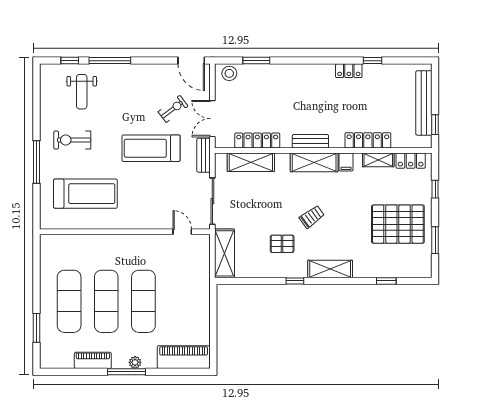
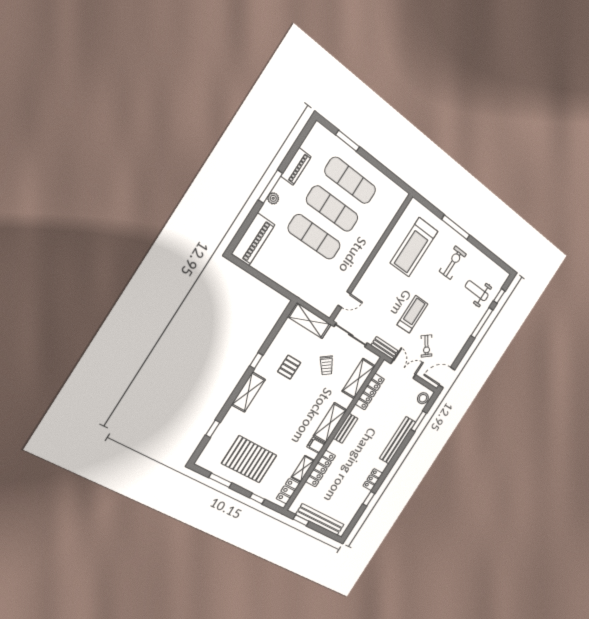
bench: (291, 71) -> (397, 440), added
treadmill: (151, 148) -> (412, 314), width x0.73, depth x0.73
trolley: (312, 217) -> (327, 365), moved
pallet: (398, 224) -> (249, 459), turned 90

